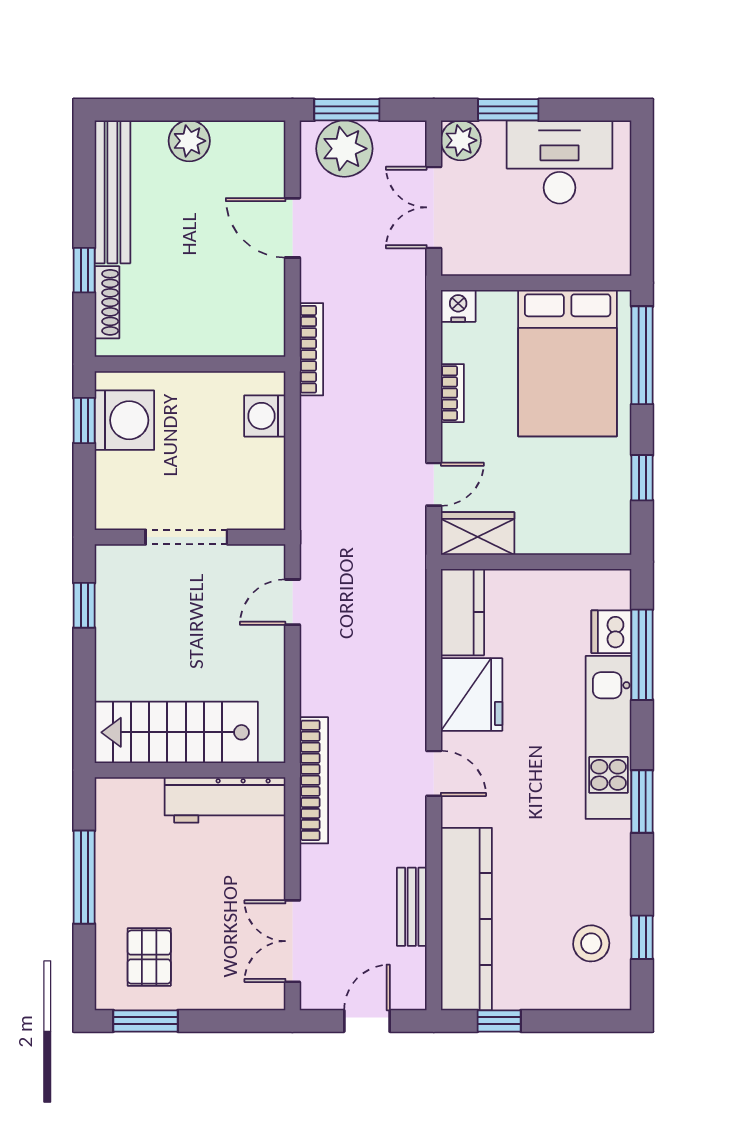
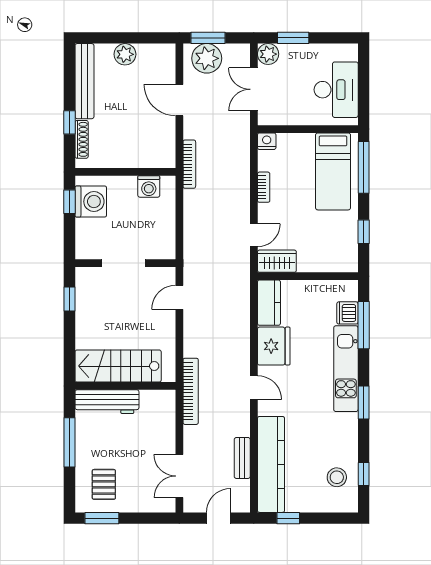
desk: (560, 162) -> (336, 90), moved, turned 90
bed: (568, 363) -> (333, 171), width x0.67
washing machine: (265, 416) -> (149, 186), moved, turned -90
workbench: (225, 800) -> (107, 402), moved

